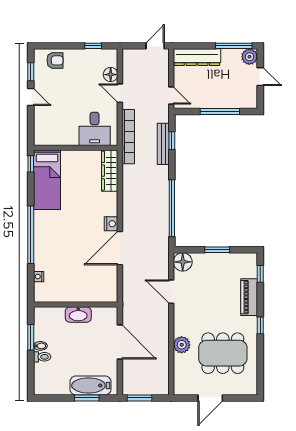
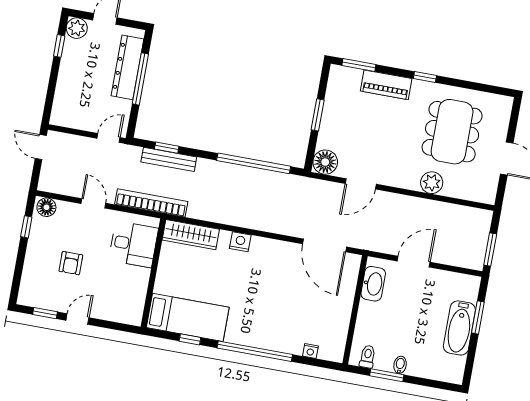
window: (234, 46) -> (59, 46), width x0.46
dresser: (197, 57) -> (127, 67), moved, turned 180
armchair: (55, 60) -> (71, 263), moved, turned 180
floor lamp: (111, 75) -> (46, 207), moved
door: (120, 93) -> (93, 203), swing flipped
window: (31, 164) -> (190, 339), moved
nightstand: (111, 224) -> (240, 242), moved
door: (120, 248) -> (324, 245), moved
window: (260, 274) -> (359, 65), width x1.50
washbasin: (78, 315) -> (373, 284), moved
door: (120, 342) -> (414, 262), width x0.73
toilet: (42, 357) -> (367, 357), moved
bathtub: (90, 385) -> (459, 328), moved

